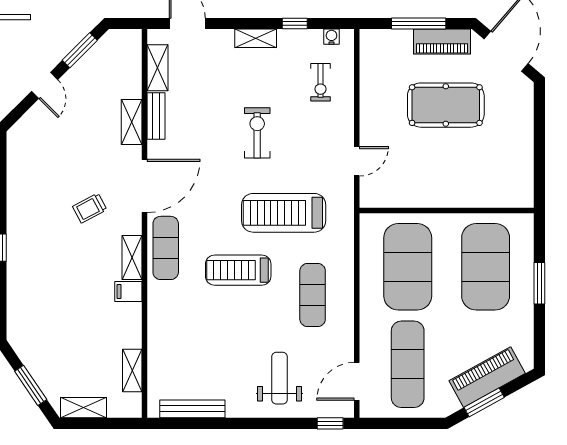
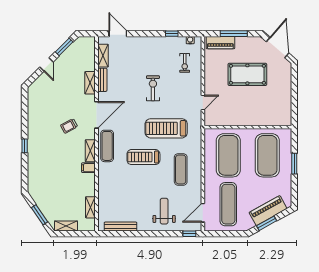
shelving: (256, 38) -> (152, 41), removed
piano: (442, 42) -> (220, 43), moved

